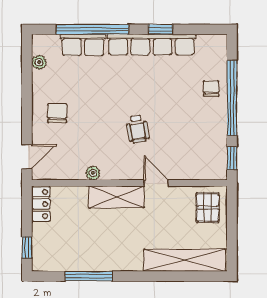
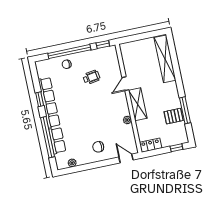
wheelchair: (138, 129) -> (91, 77), moved
pallet: (208, 208) -> (174, 116), moved

